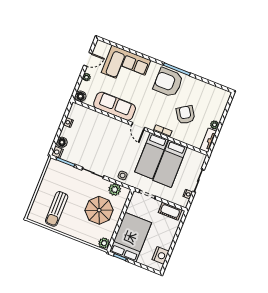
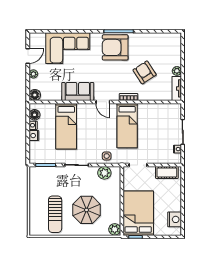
sofa: (115, 106) -> (78, 91), width x0.73
floor lamp: (62, 142) -> (35, 115), moved
nightstand: (57, 152) -> (34, 136), moved
bed: (170, 164) -> (66, 126), moved
parasol: (99, 210) -> (87, 210), moved

